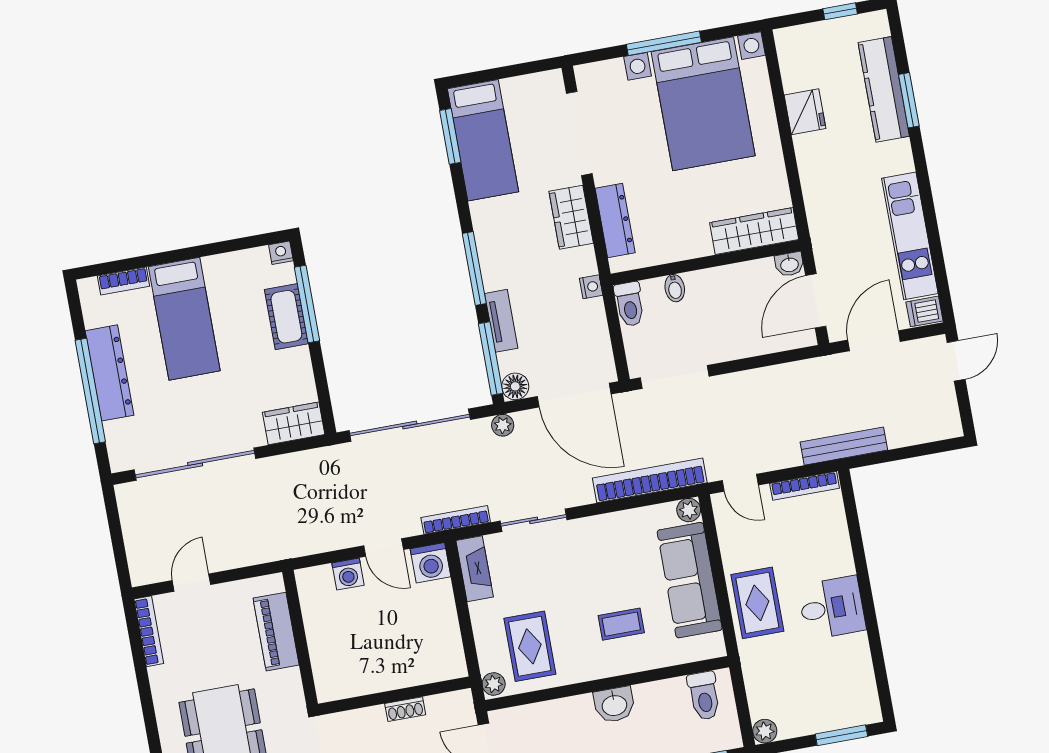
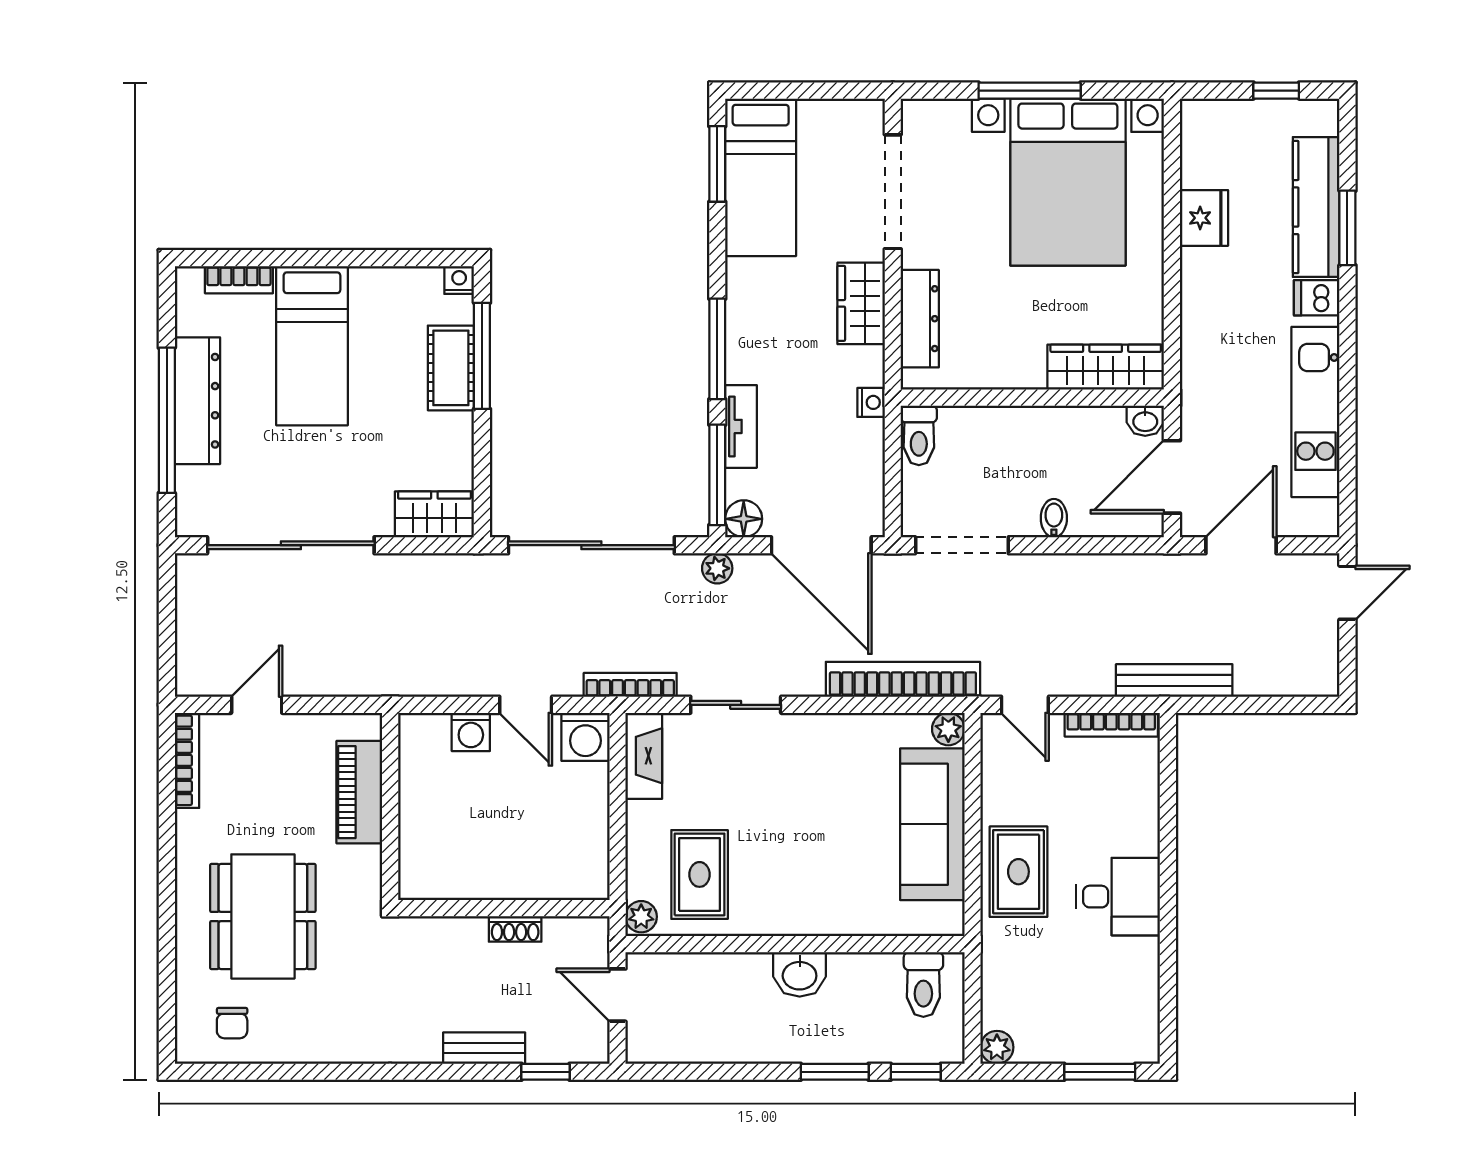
bidet: (675, 288) -> (1054, 518), moved, turned 180
dishwasher: (925, 311) -> (1317, 298), moved
coffee table: (621, 624) -> (829, 867), removed

